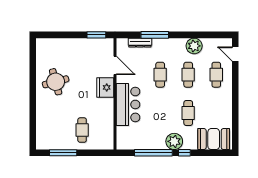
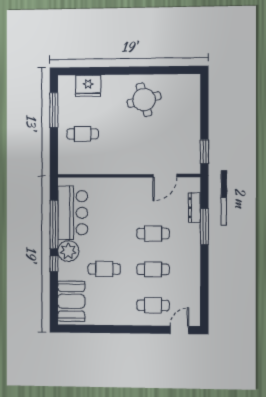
plant: (194, 46) -> (190, 277), removed
fridge: (105, 87) -> (88, 86), moved, turned 180
bar counter: (128, 104) -> (73, 213), moved, turned -90

